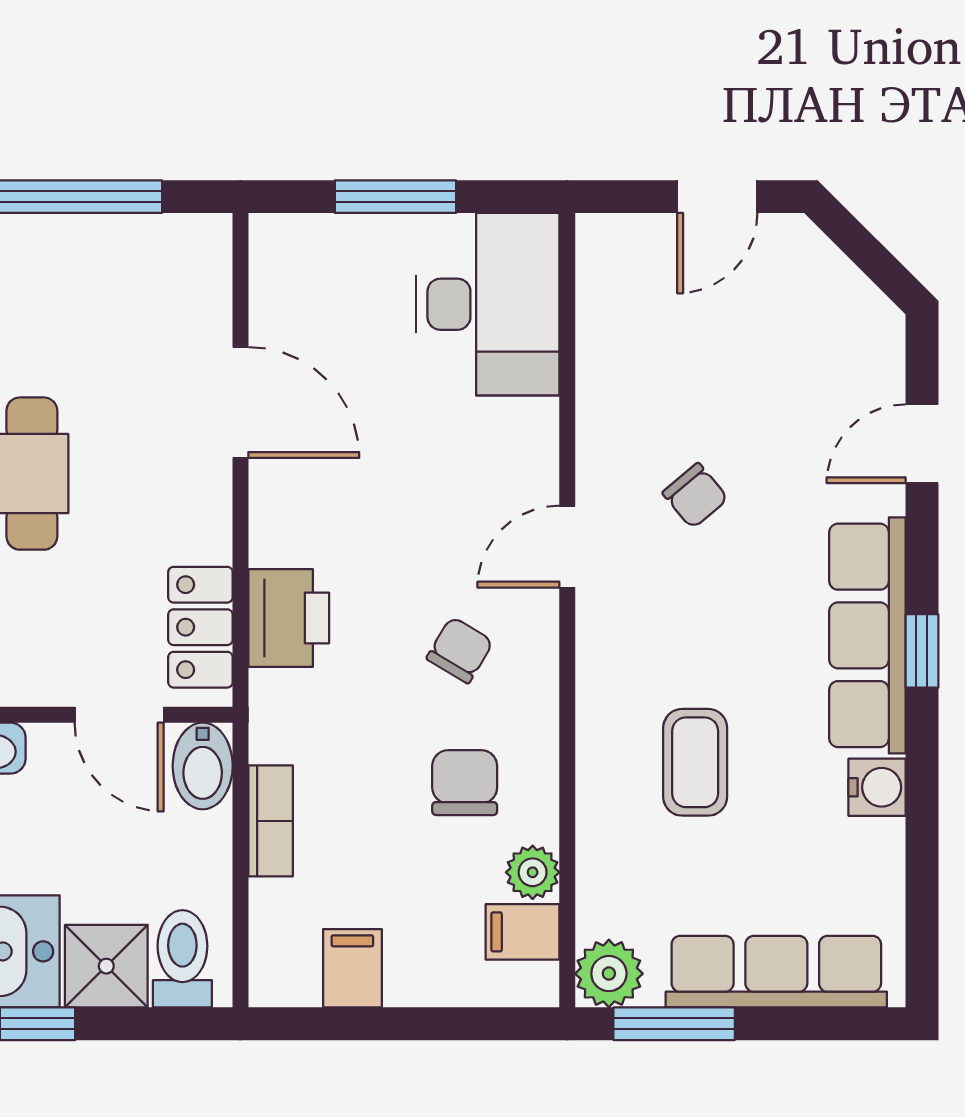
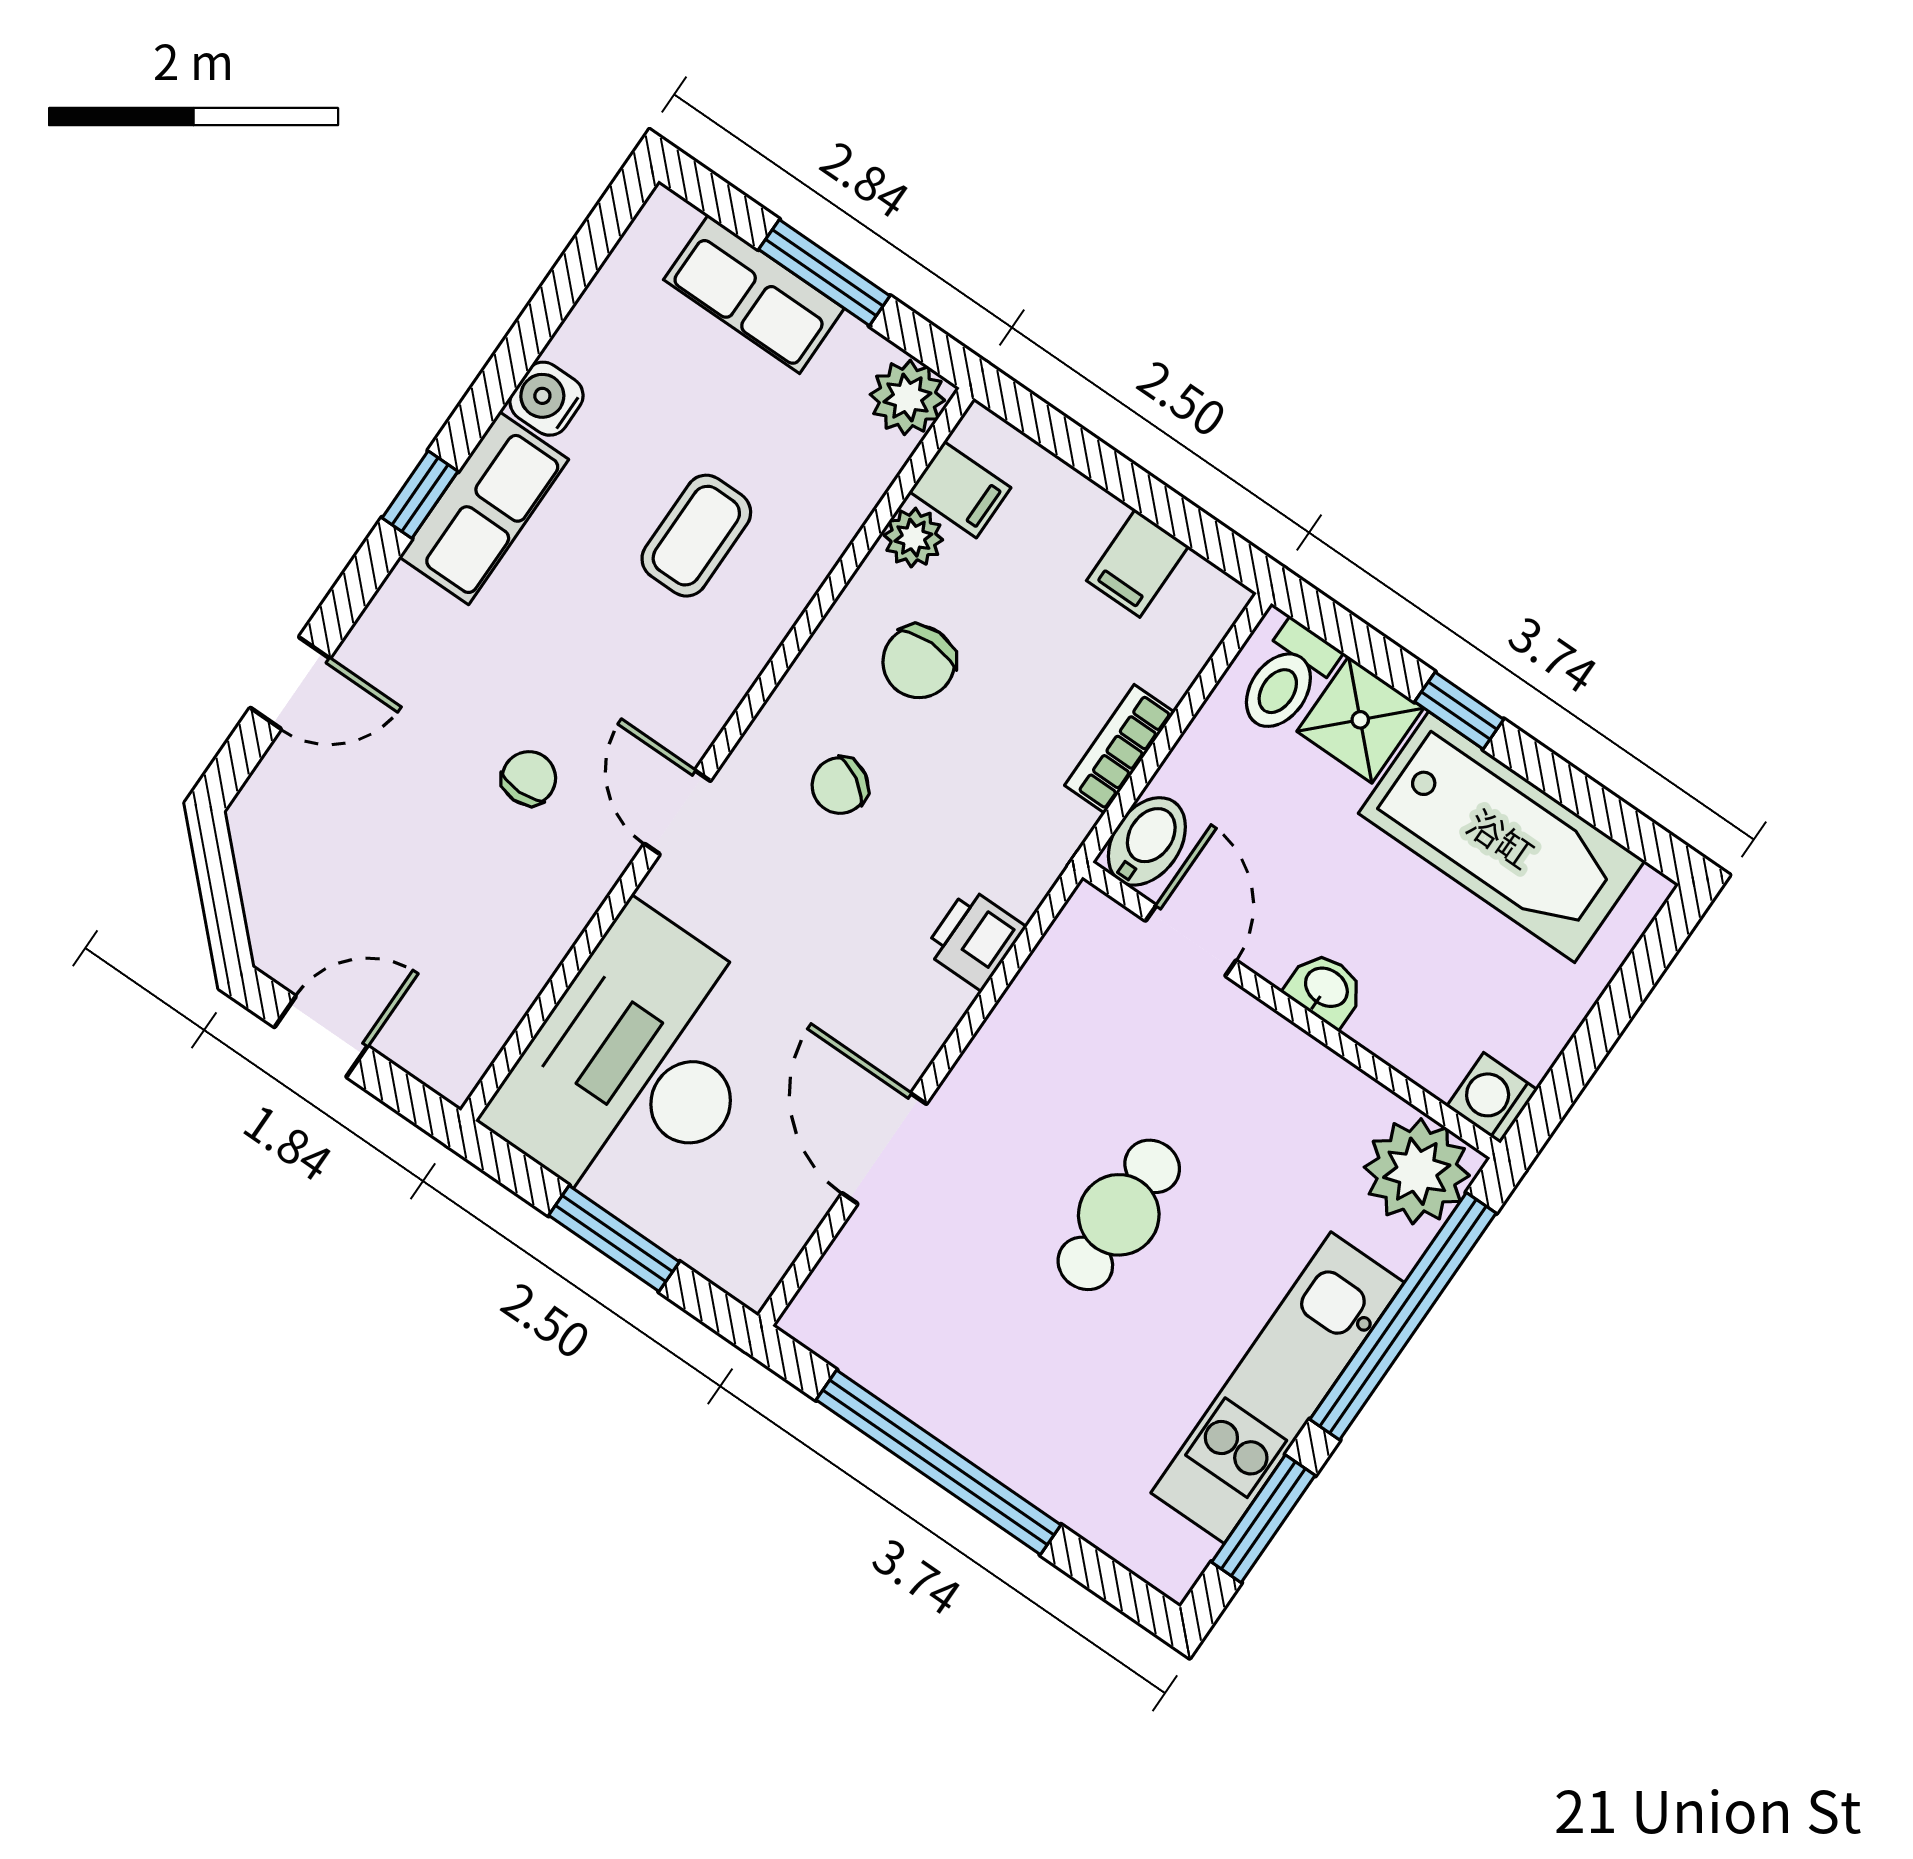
desk: (488, 304) -> (638, 1066), width x1.36, depth x1.30
chair: (695, 496) -> (529, 778), turned 40
door: (567, 547) -> (677, 812), swing flipped
printer: (289, 618) -> (975, 939), width x0.73, depth x0.81
locker: (200, 627) -> (1062, 969), removed
row of seats: (867, 635) -> (484, 508), width x0.68
row of seats: (776, 972) -> (754, 294), width x0.68
window: (674, 1024) -> (824, 273), moved

